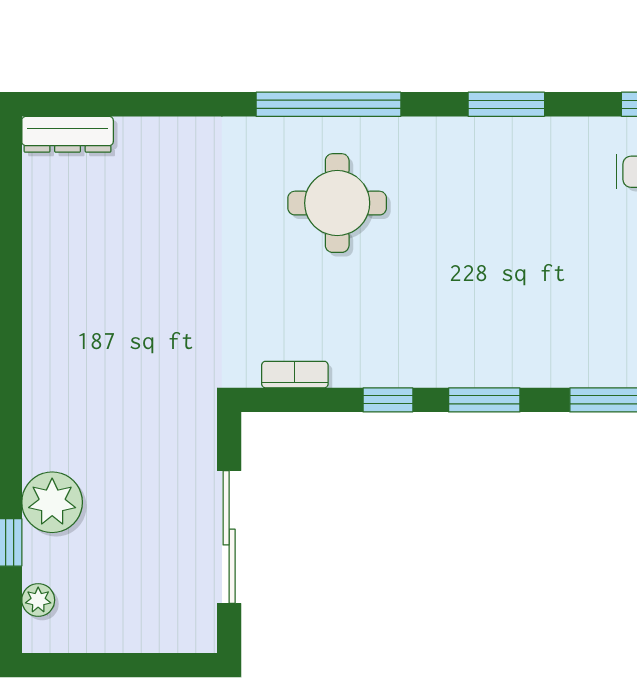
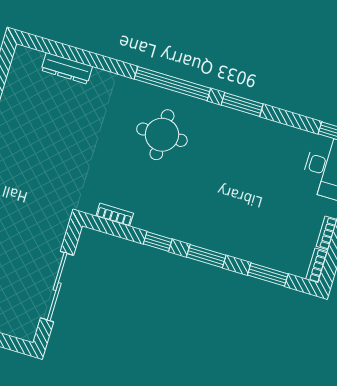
window: (506, 104) -> (242, 105), moved
dresser: (68, 134) -> (67, 68), moved

